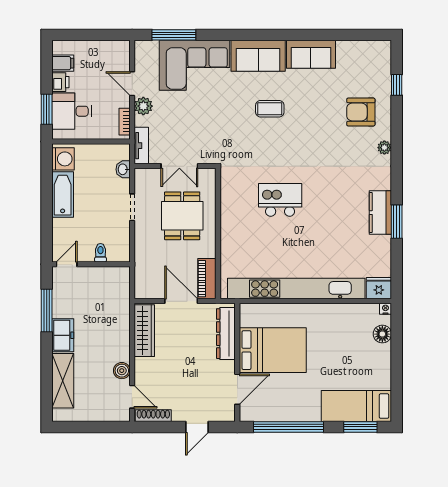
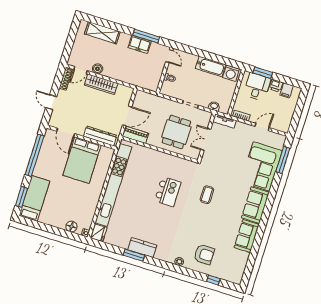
plant: (143, 106) -> (247, 129), removed
coffee table: (270, 109) -> (207, 195), moved
armchair: (361, 112) -> (204, 254), turned 90
dining table: (182, 216) -> (176, 132), turned 90
wardrobe: (144, 331) -> (101, 84), moved
freezer: (63, 335) -> (140, 44), moved

